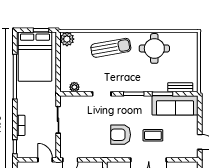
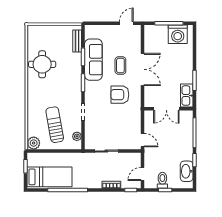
sun lounger: (111, 48) -> (55, 125), moved
bed: (35, 57) -> (50, 177), width x0.67
sofa: (175, 105) -> (93, 60), moved
armchair: (121, 135) -> (120, 95), turned 90
door: (45, 160) -> (143, 174), moved

